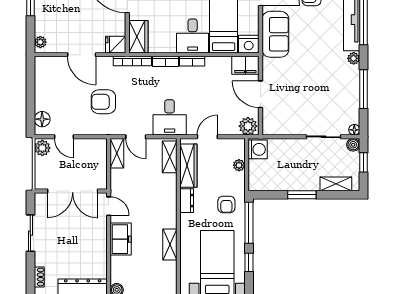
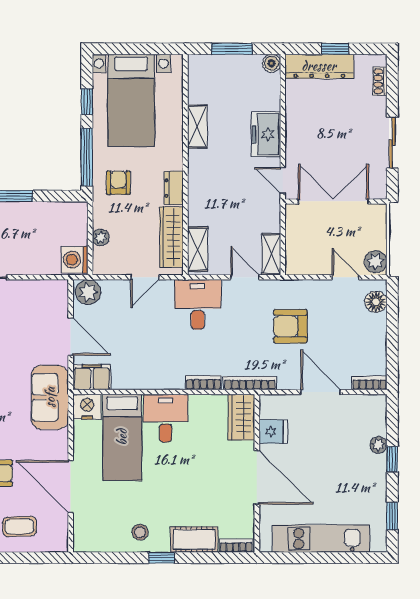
sofa: (275, 34) -> (50, 397), moved
plant: (40, 42) -> (378, 445), moved
fridge: (116, 45) -> (273, 432), moved
bookcase: (192, 61) -> (369, 383), moved
armchair: (103, 102) -> (290, 326), turned 180

